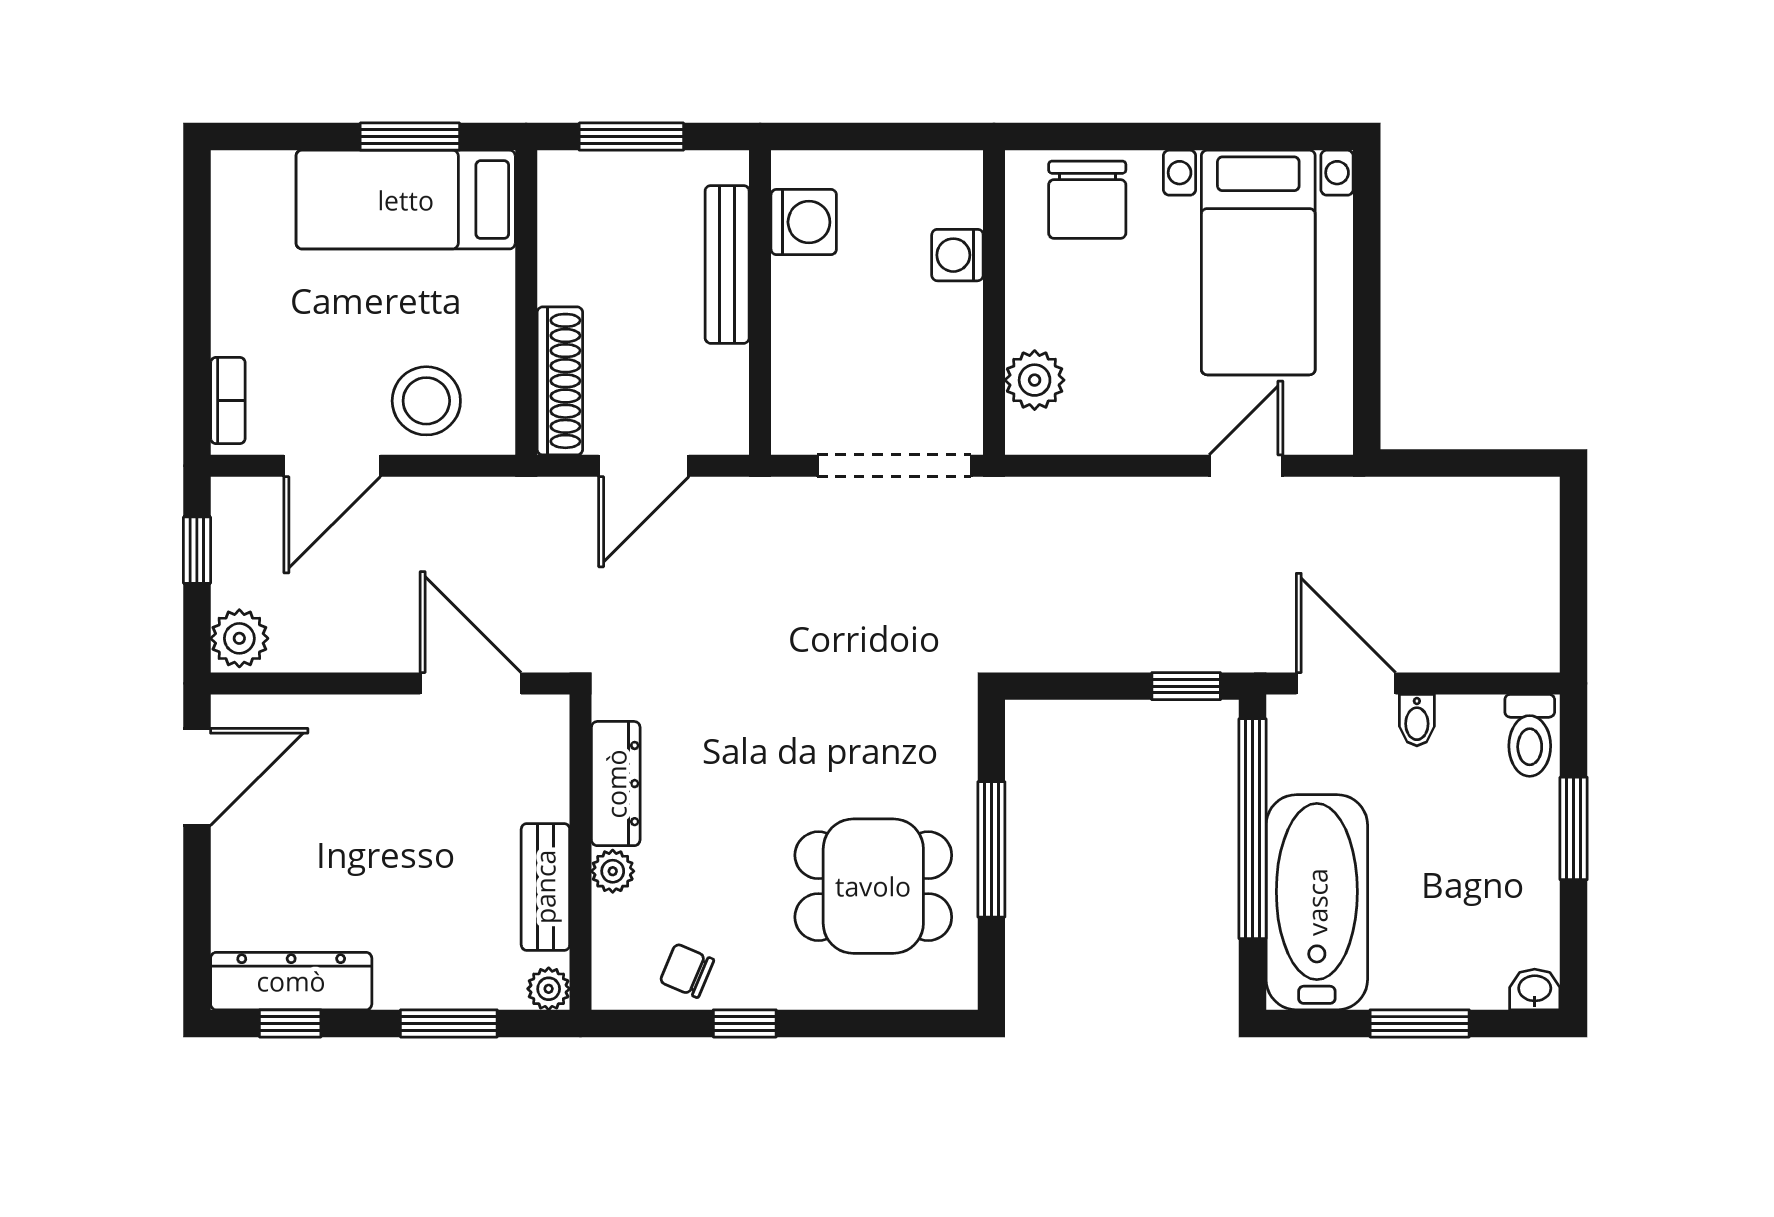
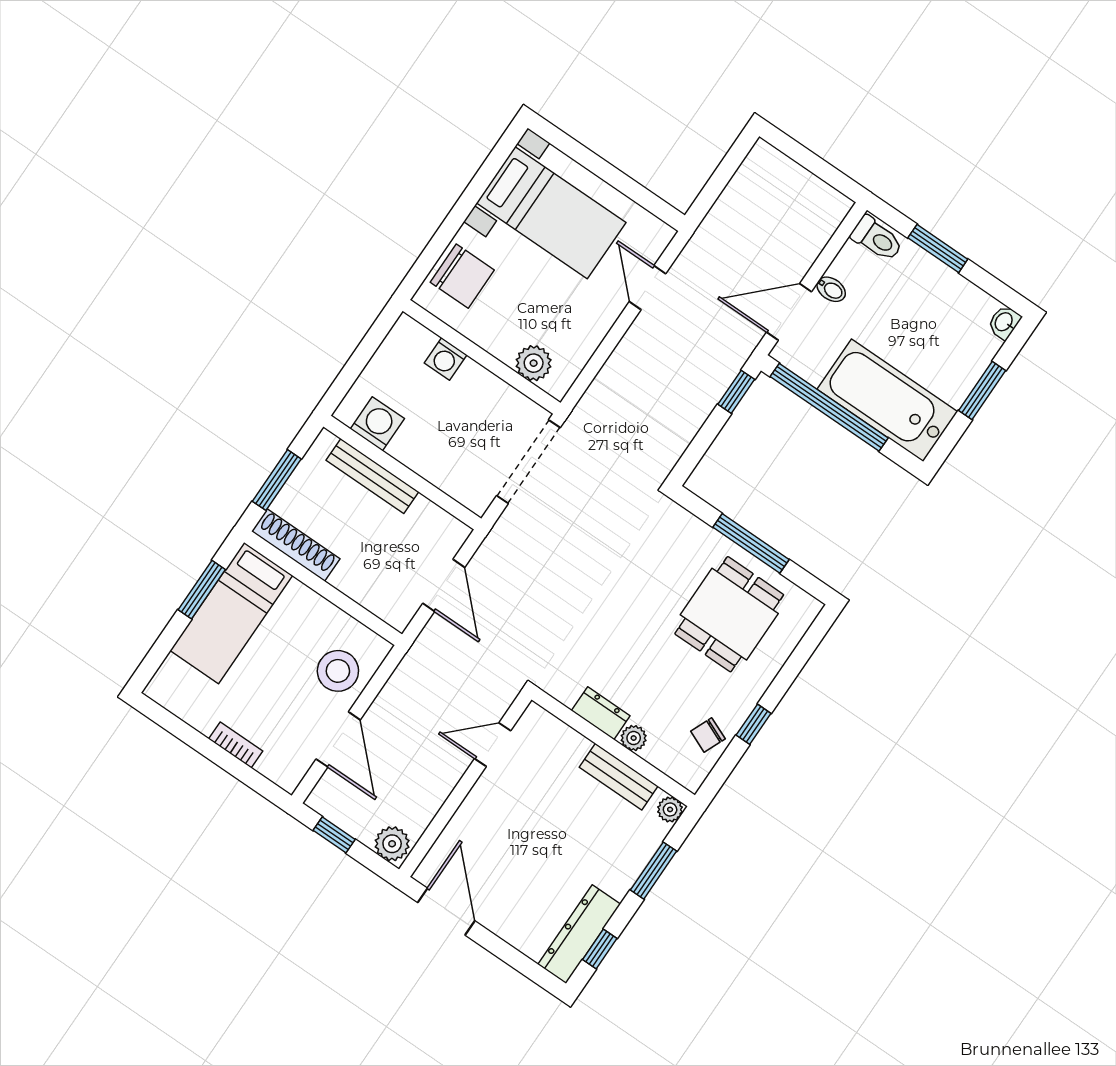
shoe rack: (560, 381) -> (296, 545), moved
bookcase: (228, 401) -> (236, 745), moved
door: (471, 683) -> (493, 745), width x0.73
dresser: (616, 784) -> (601, 713), width x0.70

